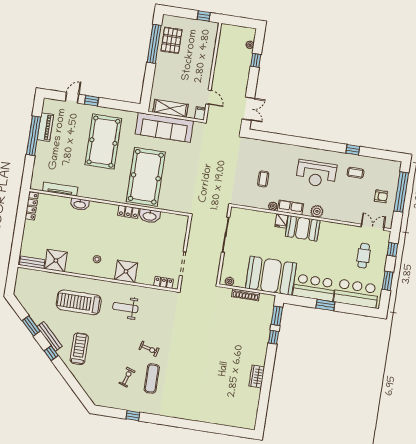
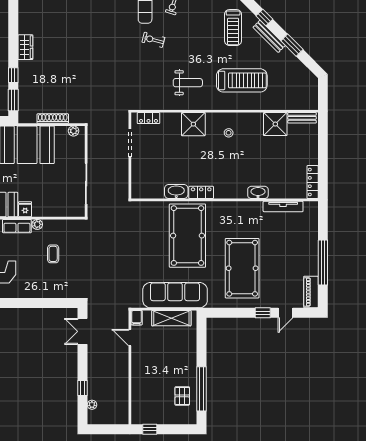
pallet: (172, 40) -> (182, 396), width x0.67, depth x0.71
piano: (45, 127) -> (311, 292), moved
wardrobe: (257, 377) -> (25, 47), moved

